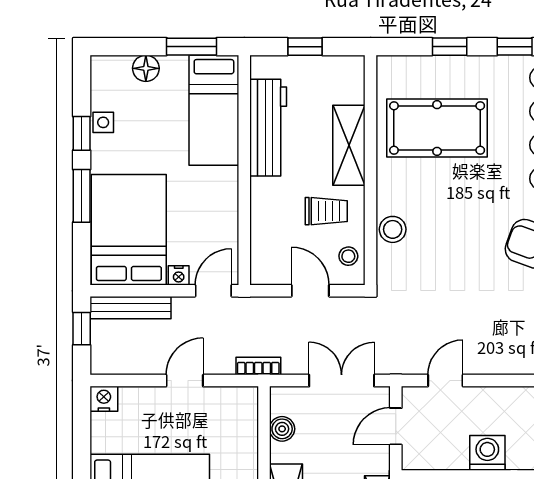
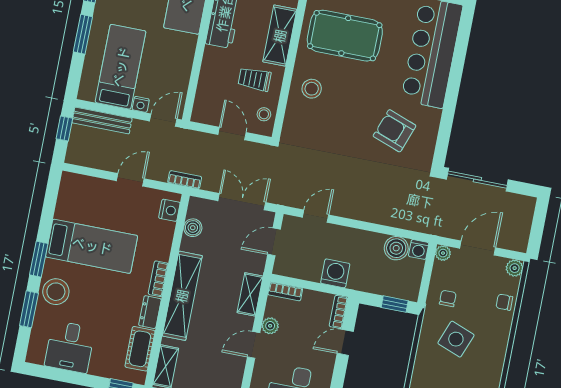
trolley: (326, 211) -> (255, 79), turned 180
stool: (393, 229) -> (312, 89), moved
bed: (129, 230) -> (121, 67), width x0.67
nightstand: (104, 399) -> (169, 210), moved, turned 90

